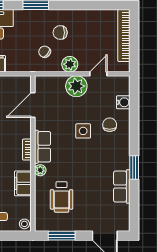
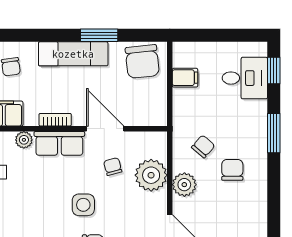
plant: (76, 86) -> (151, 175), moved
door: (33, 105) -> (105, 129), moved
chair: (58, 112) -> (113, 167), added

